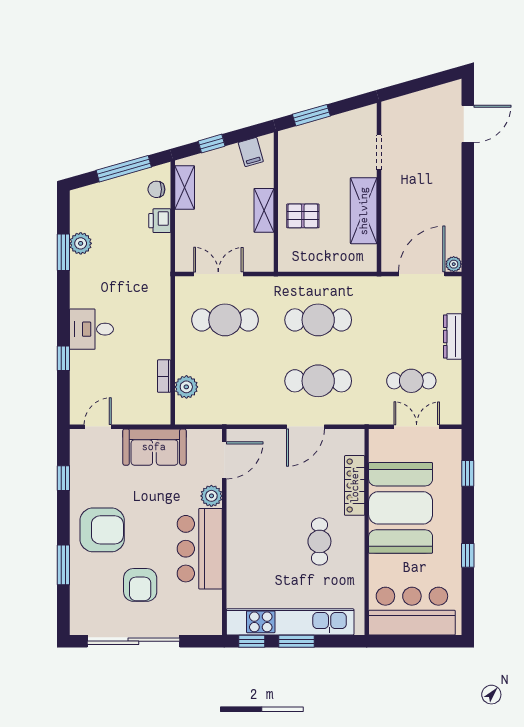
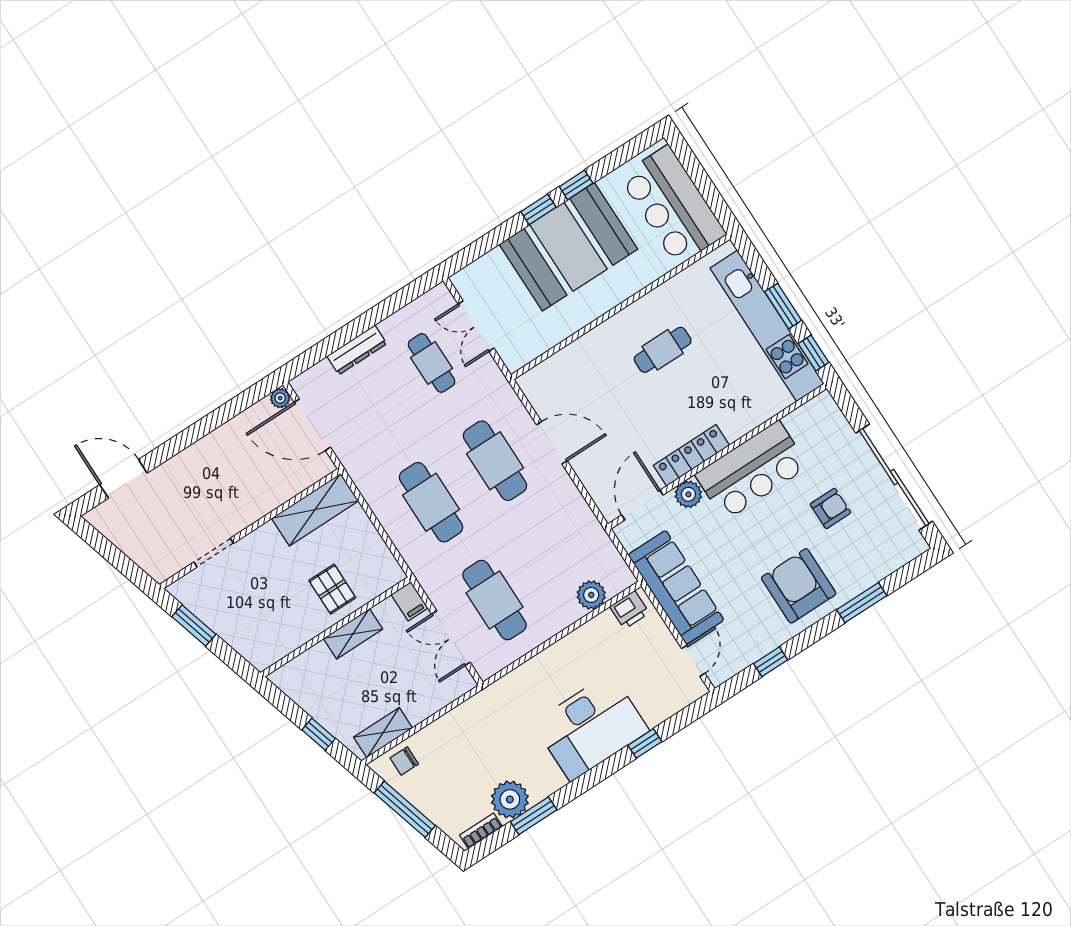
window: (311, 115) -> (194, 625), moved
filing cabinet: (251, 152) -> (409, 601), moved, turned 106
chair: (156, 189) -> (404, 761), turned 90
shelving: (364, 211) -> (315, 510), moved
printer: (160, 221) -> (629, 610), moved
plant: (81, 243) -> (510, 799), width x1.36, depth x1.36
desk: (91, 329) -> (591, 727), width x1.87, depth x1.30
bookcase: (164, 376) -> (481, 831), moved, turned 180
door: (98, 427) -> (693, 661), swing flipped
sofa: (154, 447) -> (676, 587), width x1.36
door: (224, 460) -> (642, 505), hinge flipped
window: (468, 473) -> (538, 209), moved
locker: (355, 485) -> (691, 455), moved, turned 180
booth: (401, 508) -> (568, 247), moved
armchair: (140, 585) -> (830, 508), width x0.72, depth x0.72

